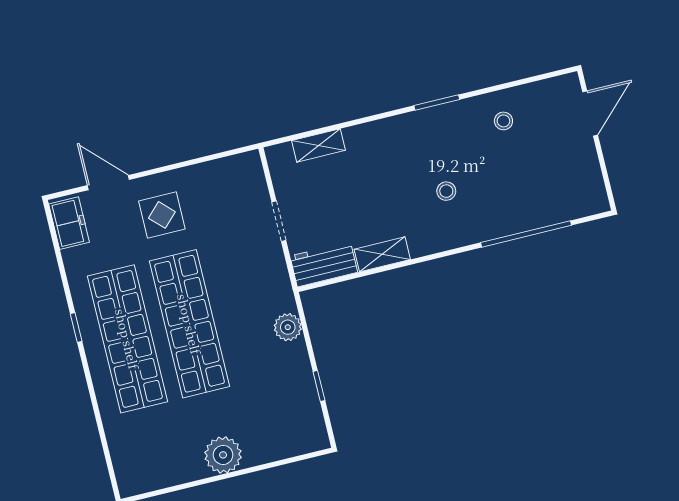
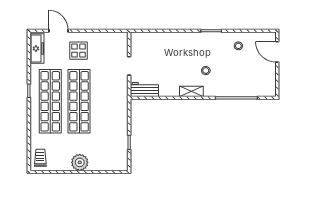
door: (590, 113) -> (277, 52), swing flipped
shelving: (319, 145) -> (155, 37), removed
freezer: (69, 223) -> (37, 48), width x1.40
shelving: (382, 254) -> (191, 91), moved
plant: (288, 327) -> (122, 113), removed
trolley: (136, 466) -> (40, 158), added

